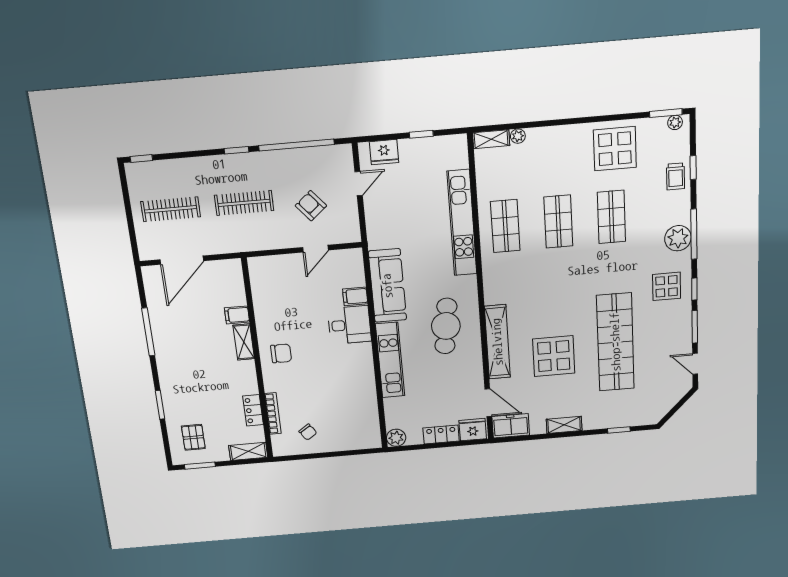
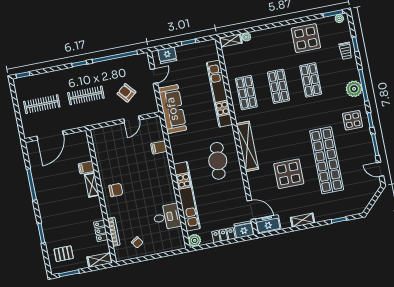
sofa: (387, 286) -> (172, 109), moved
desk: (349, 325) -> (167, 217), moved
shelving: (497, 342) -> (247, 146), moved
kitchen unit: (390, 360) -> (187, 196), width x1.36
pallet: (193, 437) -> (64, 254), turned 90

